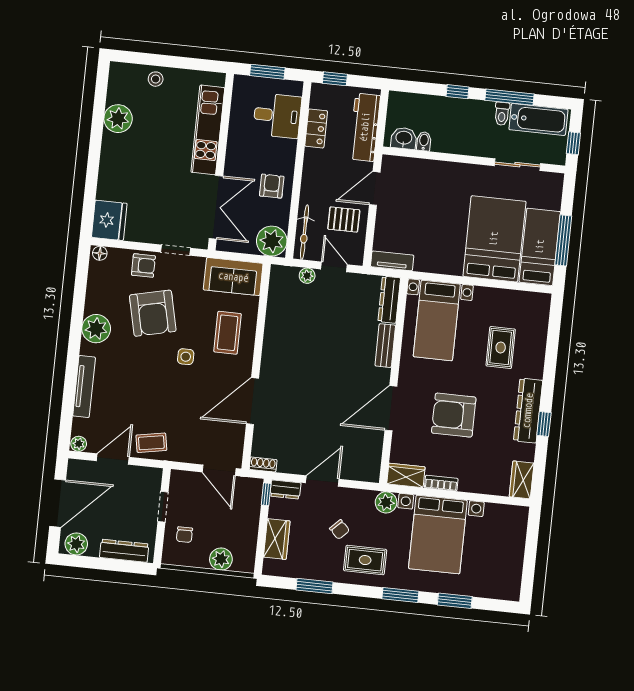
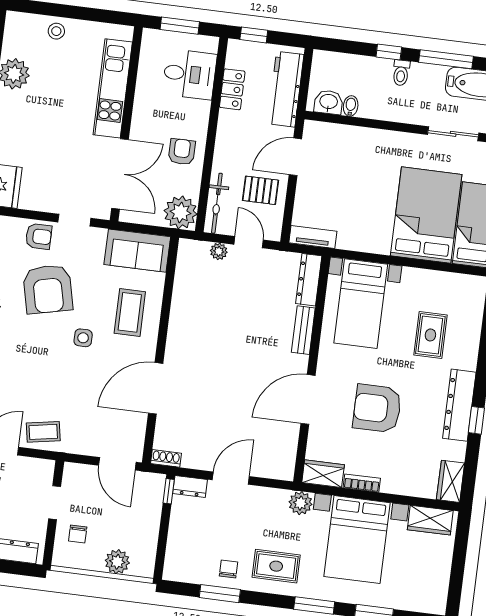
toilet: (502, 114) -> (401, 73), moved
chair: (340, 529) -> (228, 569), moved, turned -135
wardrobe: (277, 539) -> (430, 520), moved, turned 90

